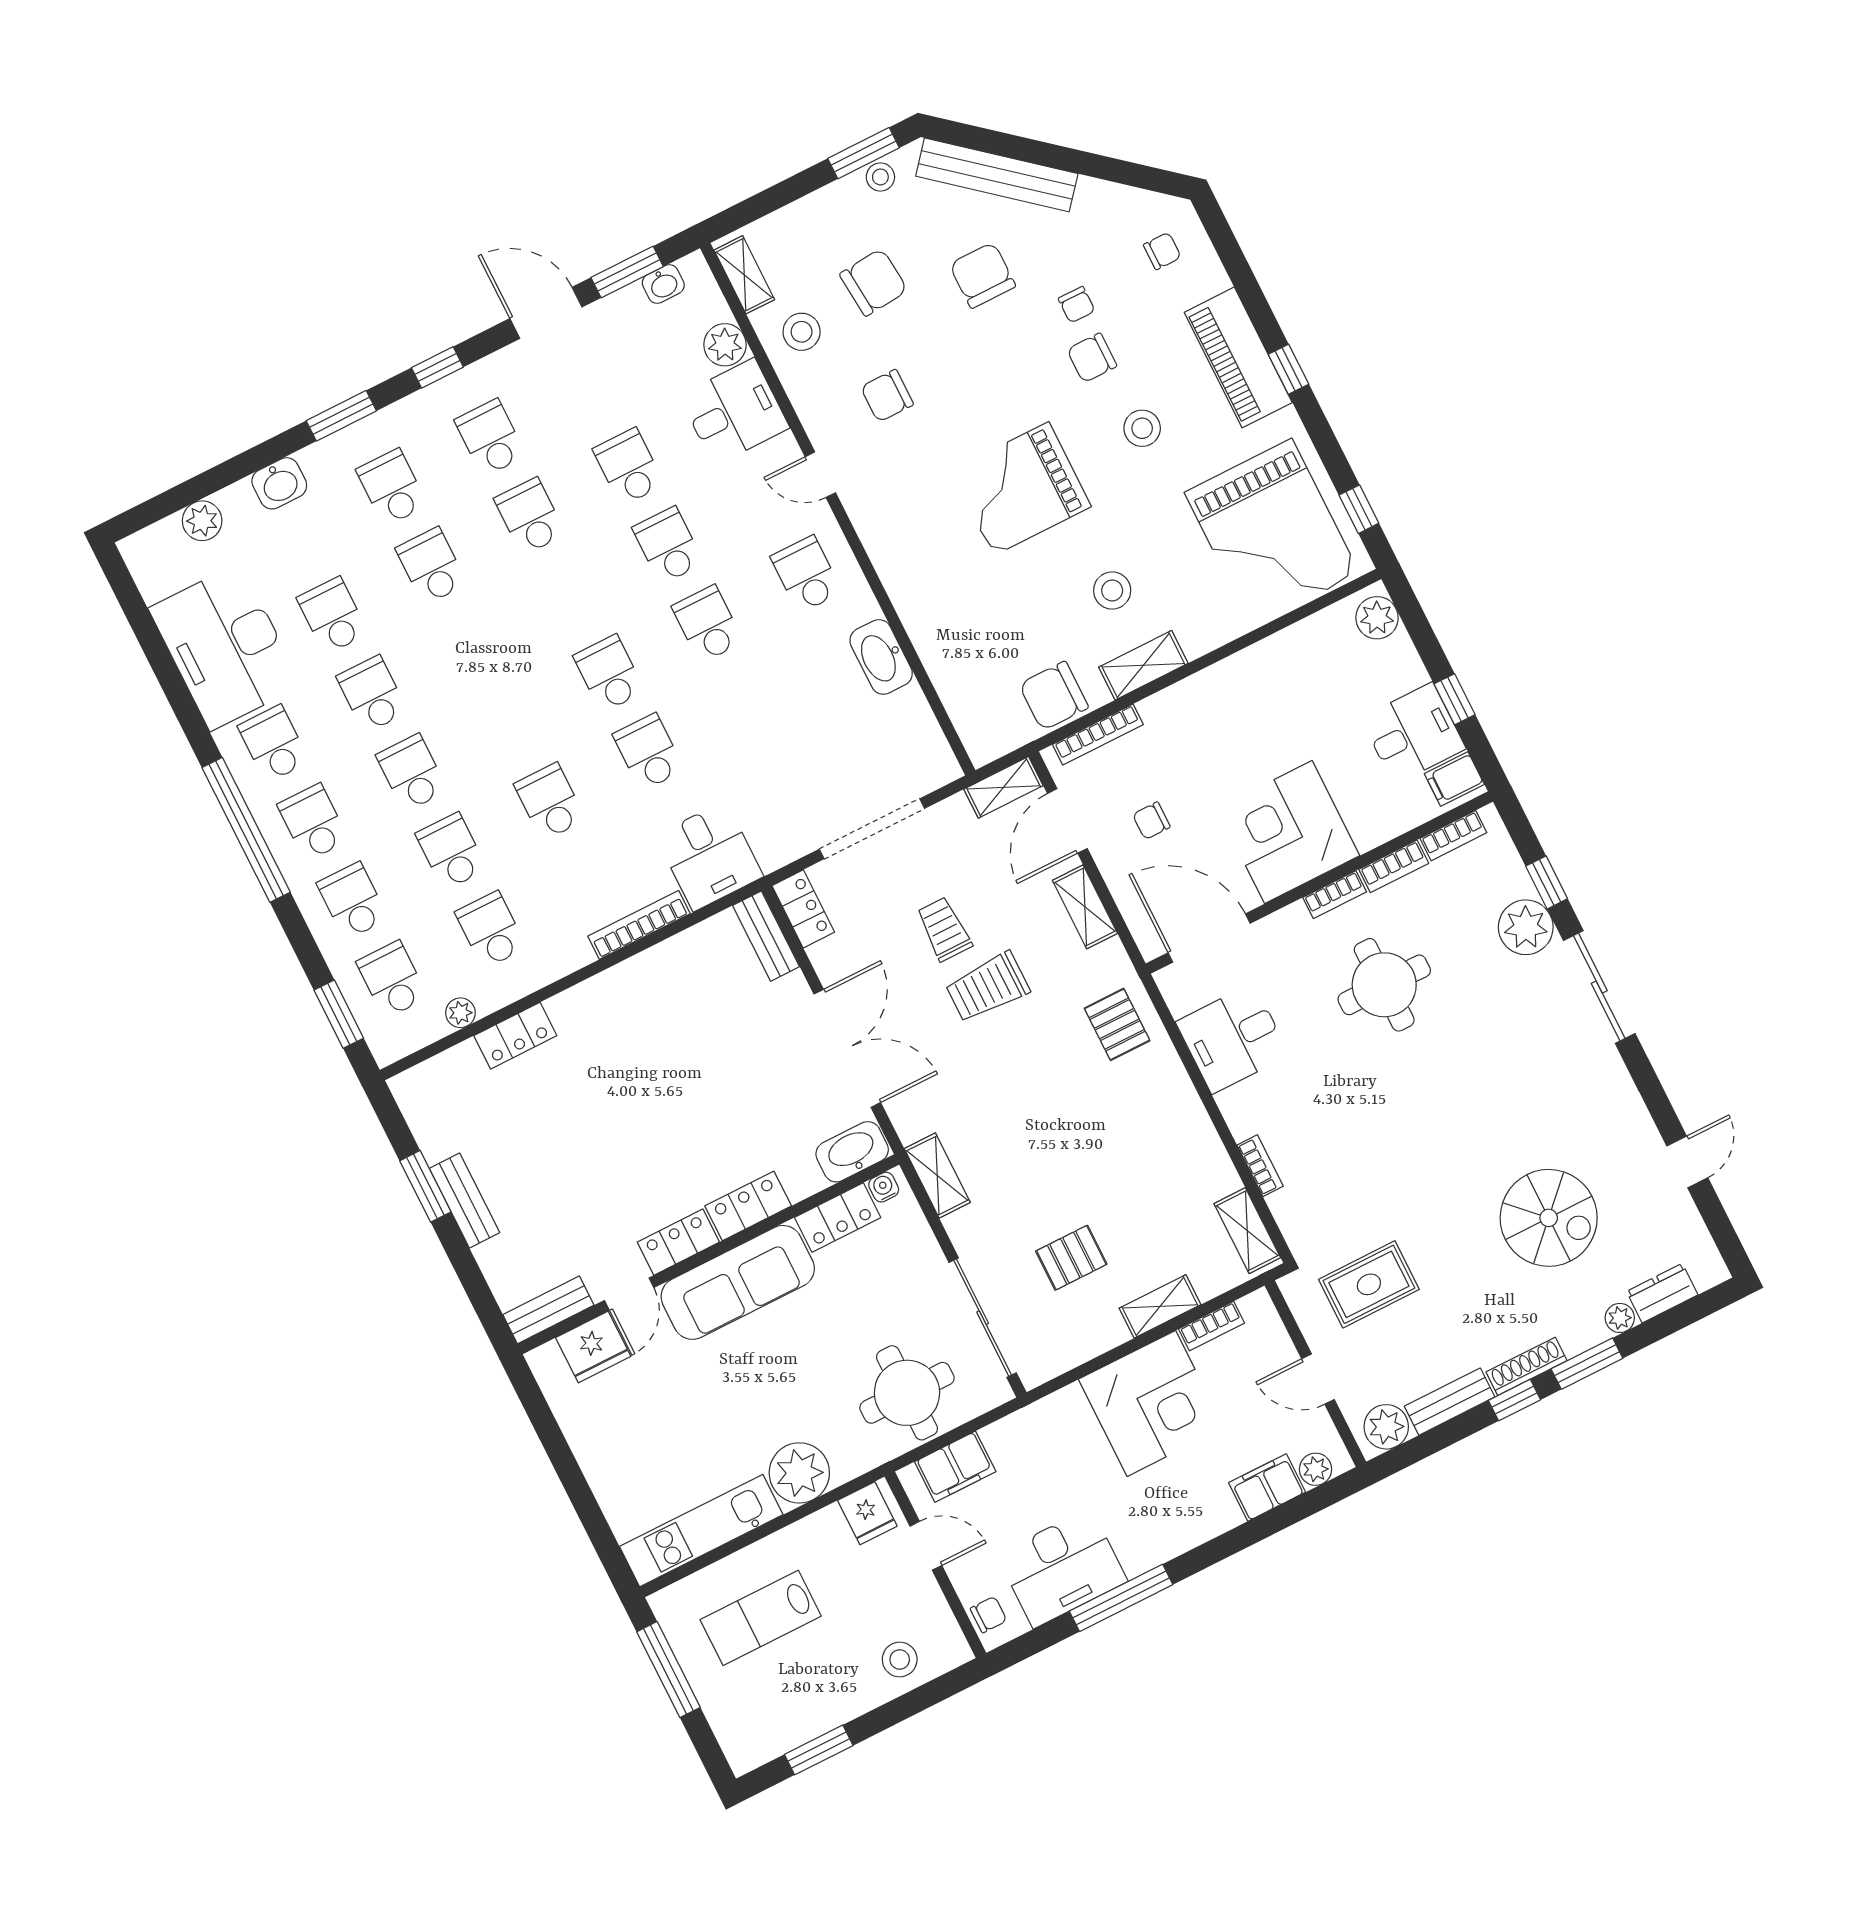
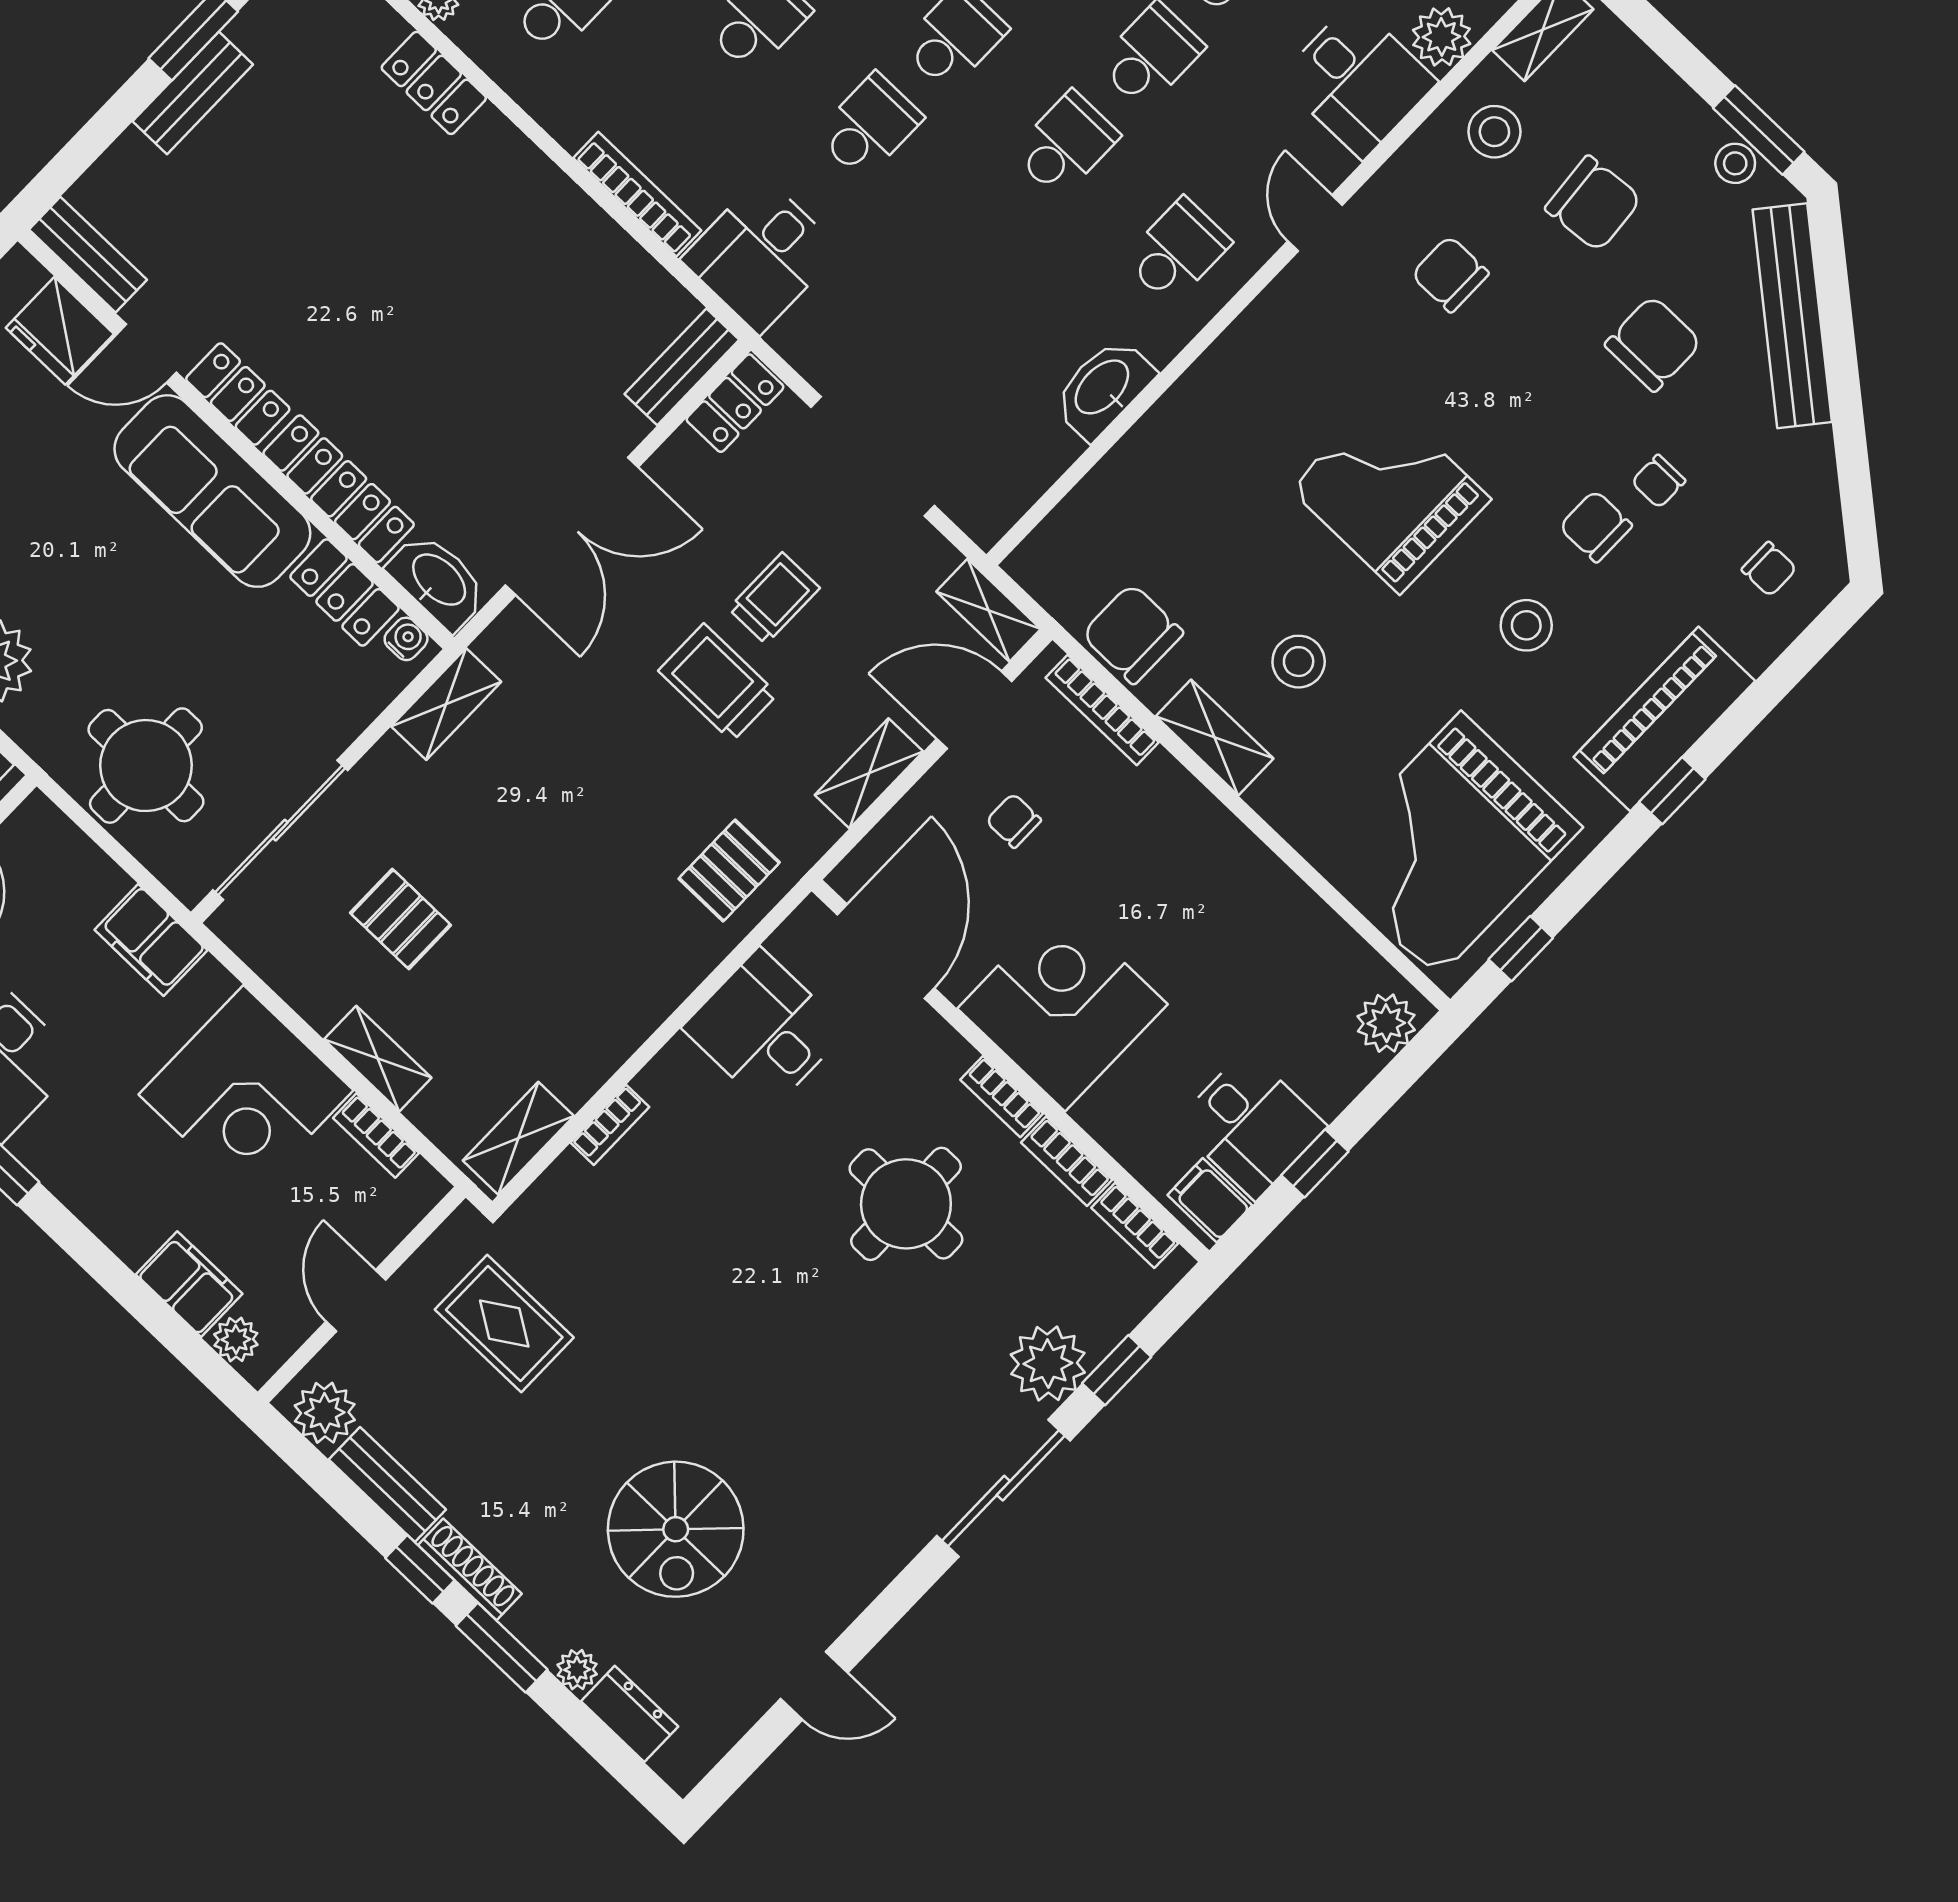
locker: (748, 1206) -> (339, 489), width x1.53
filing cabinet: (955, 1467) -> (151, 940), moved

